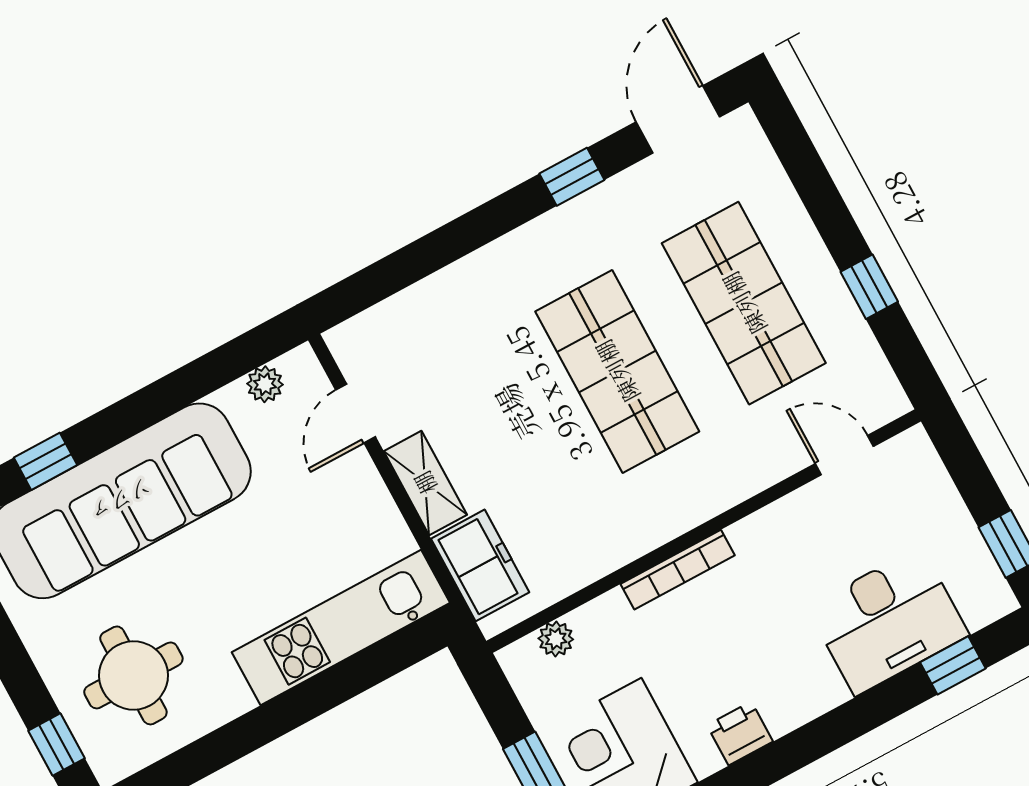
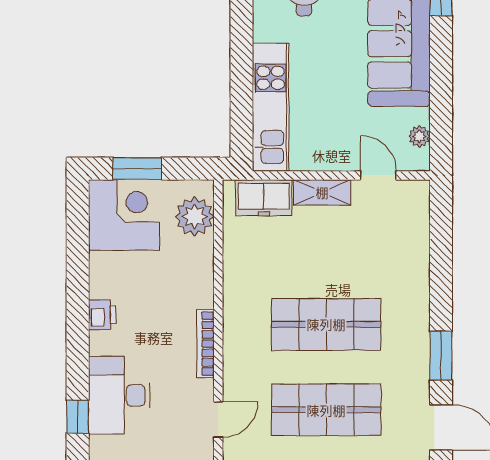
window: (572, 177) -> (441, 356), width x1.50
bookcase: (678, 570) -> (206, 344), moved
plant: (556, 639) -> (195, 216), width x1.88, depth x1.88
printer: (740, 733) -> (102, 315), moved

